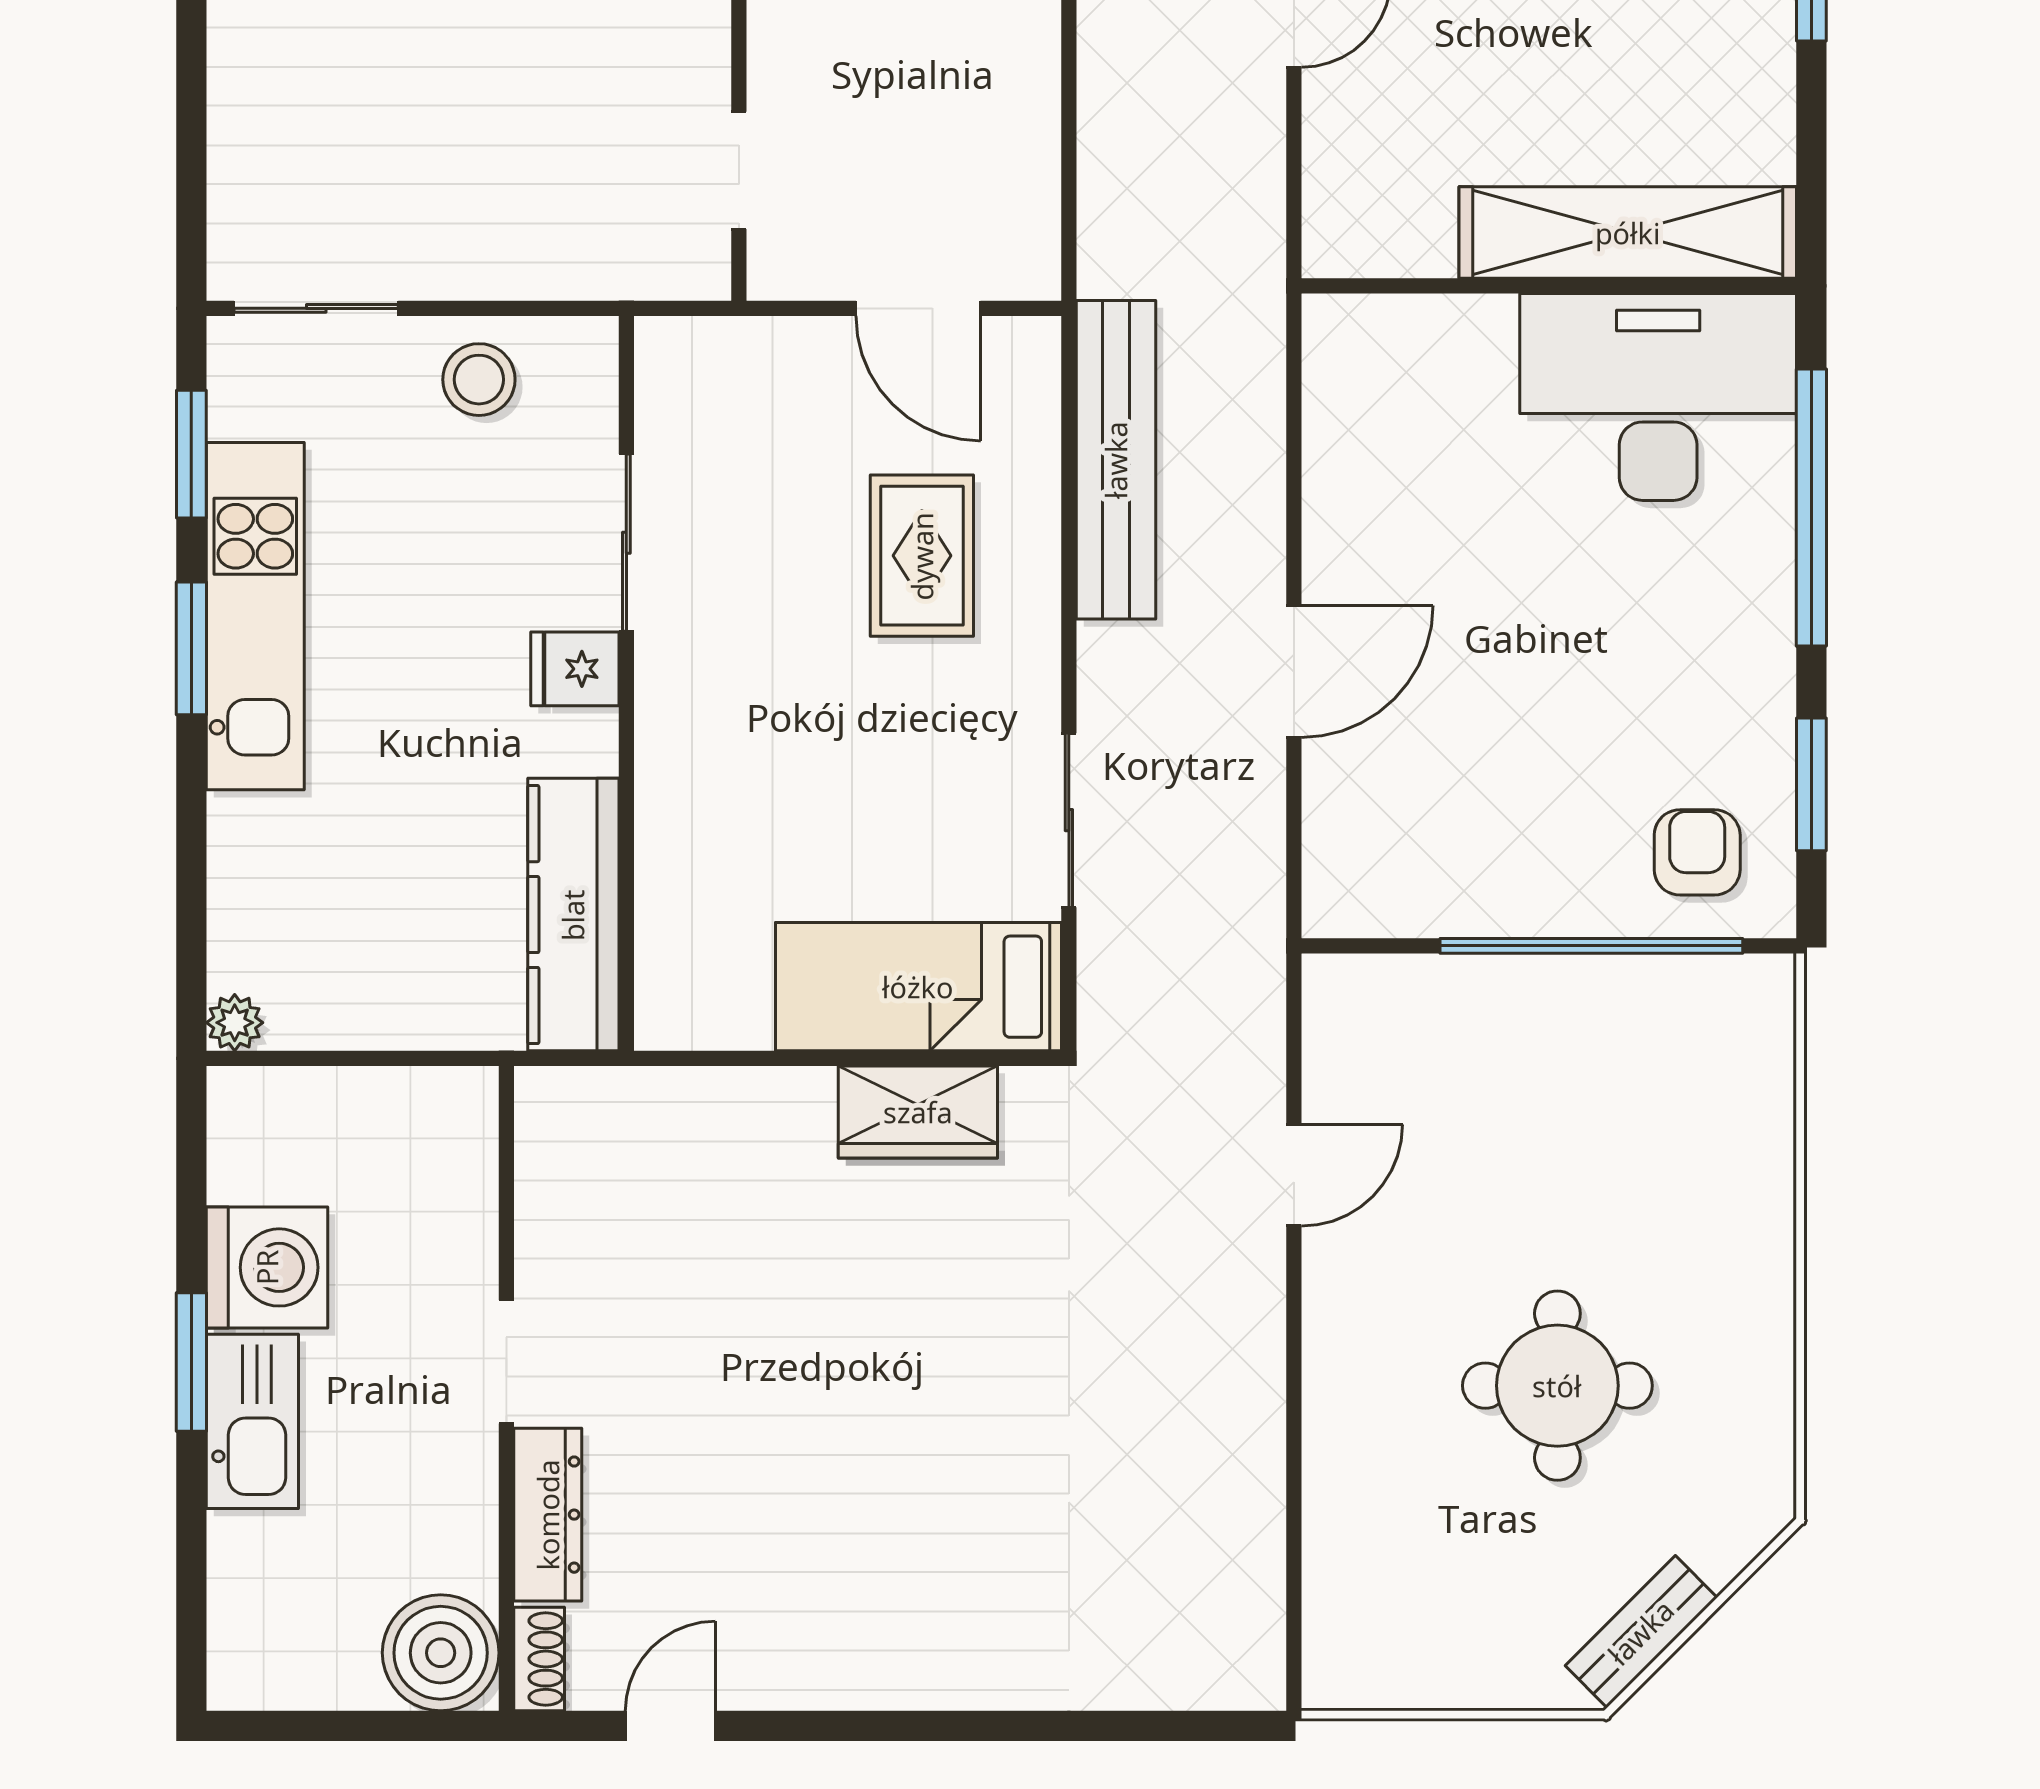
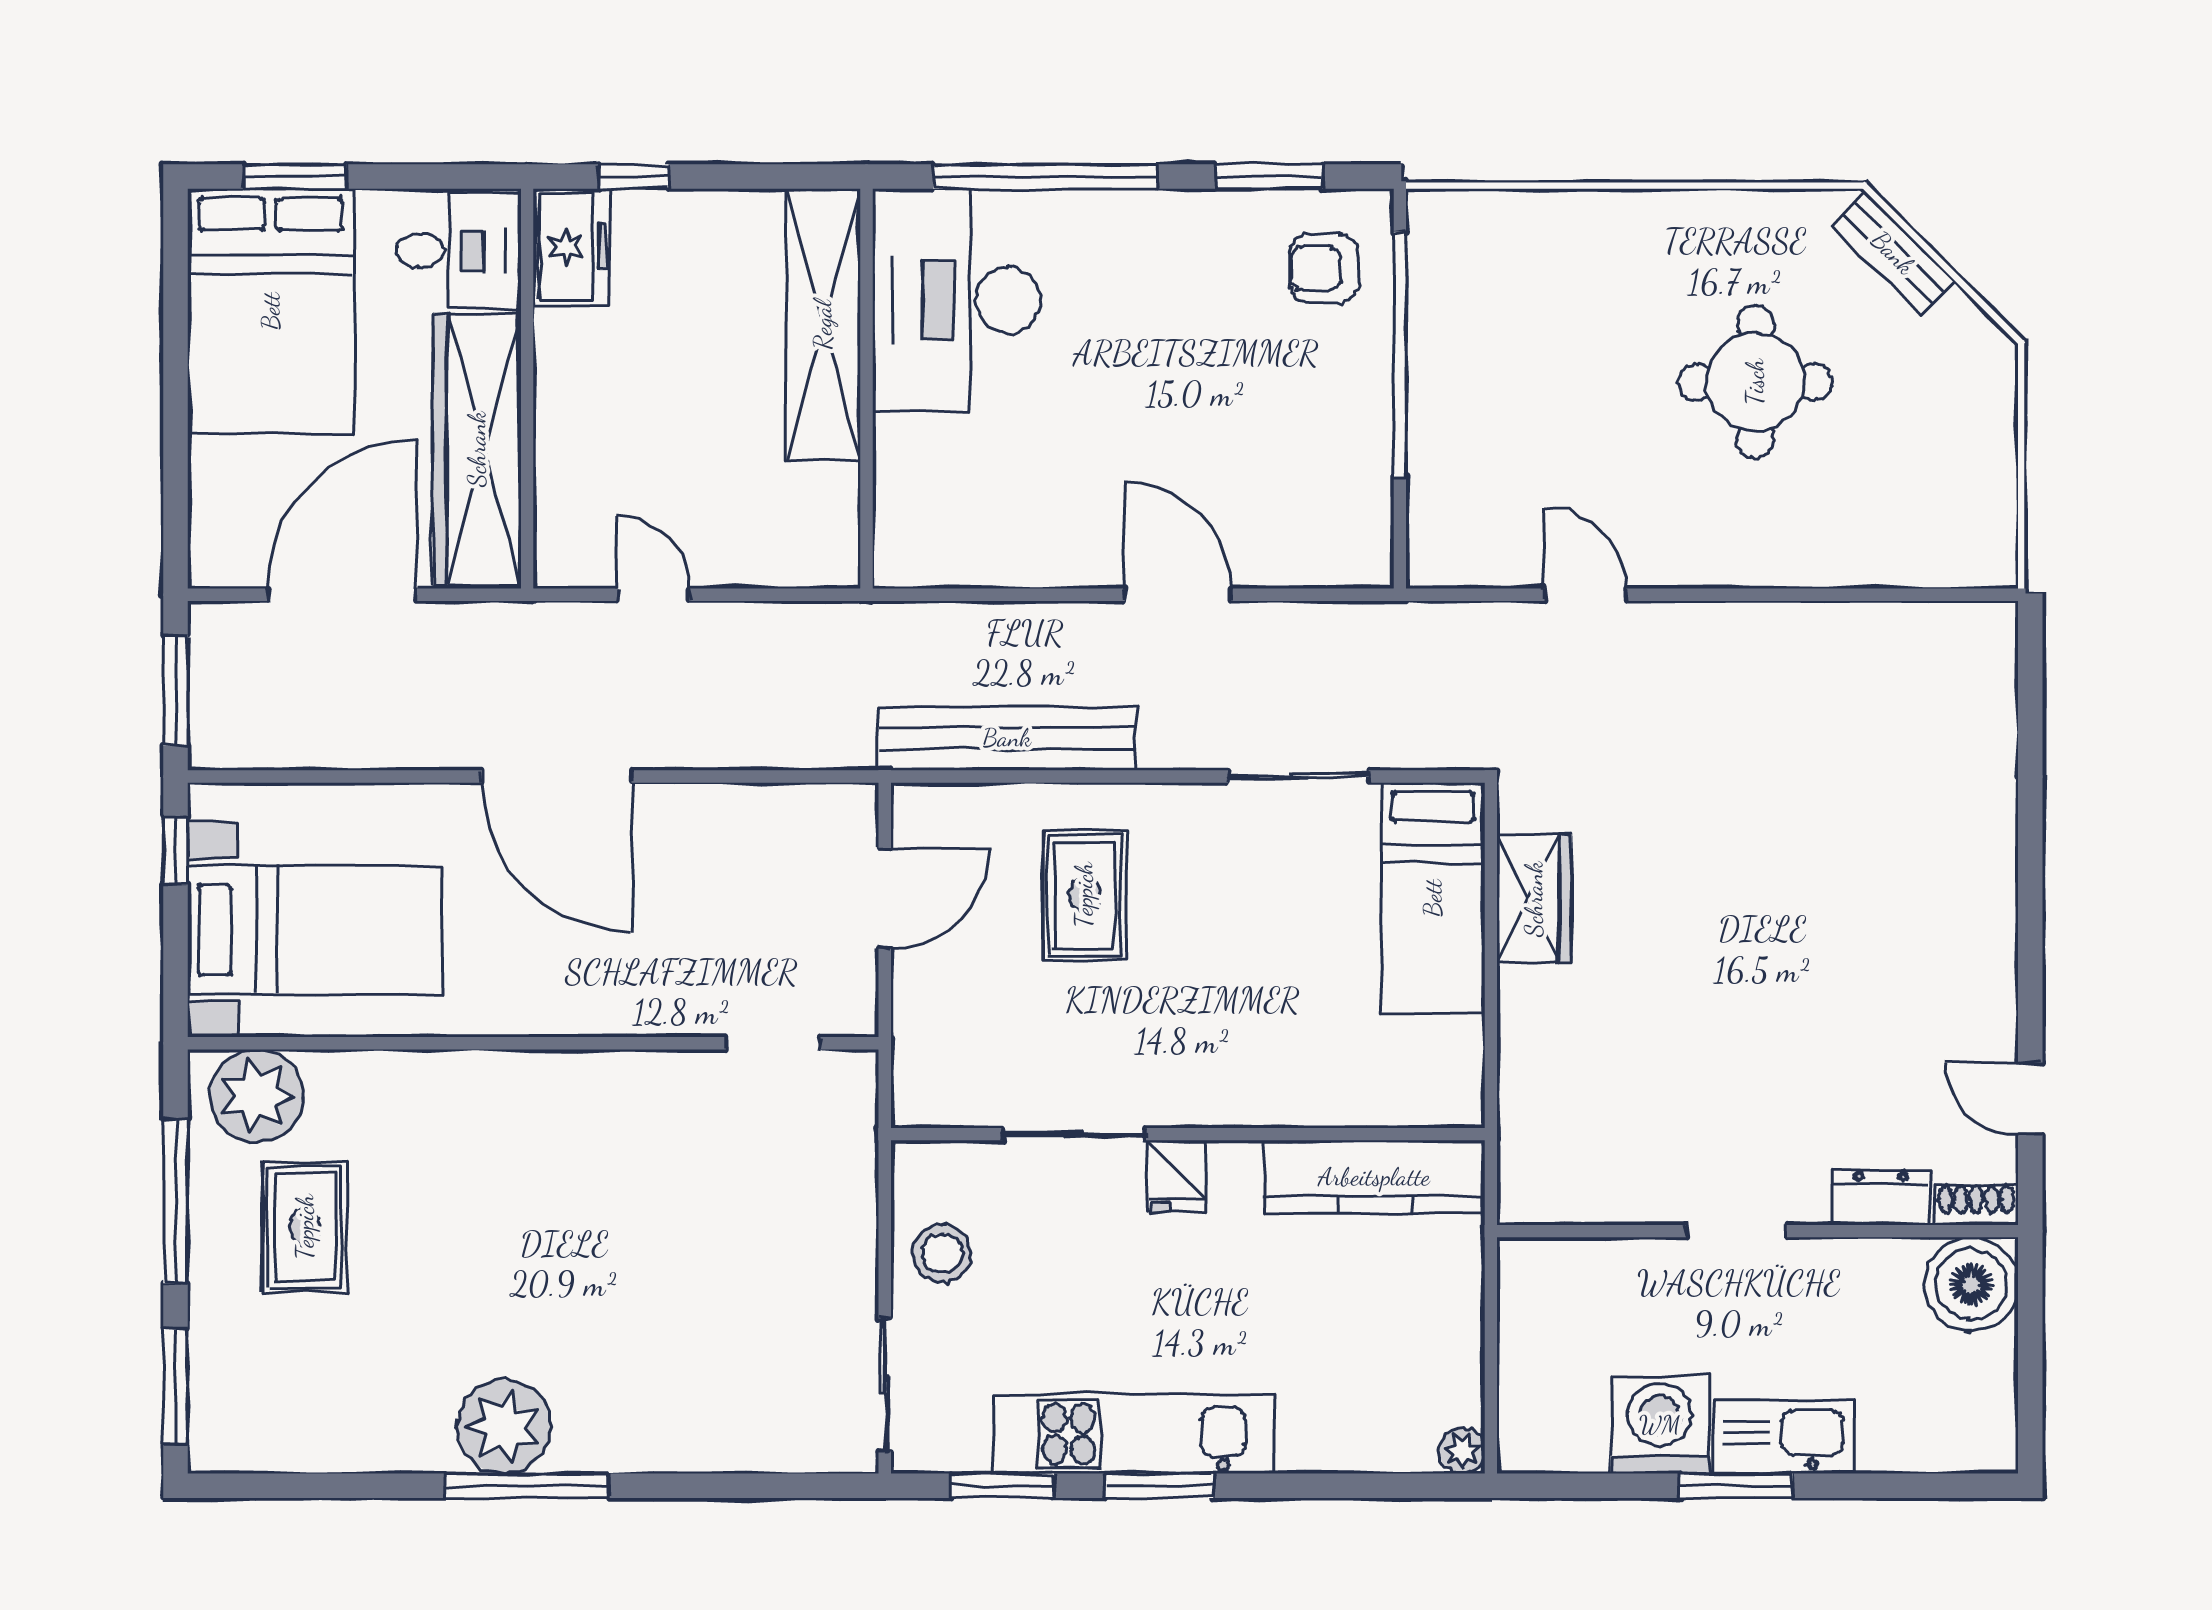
rug: (922, 556) -> (1084, 895), turned 90
dresser: (548, 1515) -> (1881, 1198), width x0.70
bench: (1641, 1632) -> (1893, 253), moved

